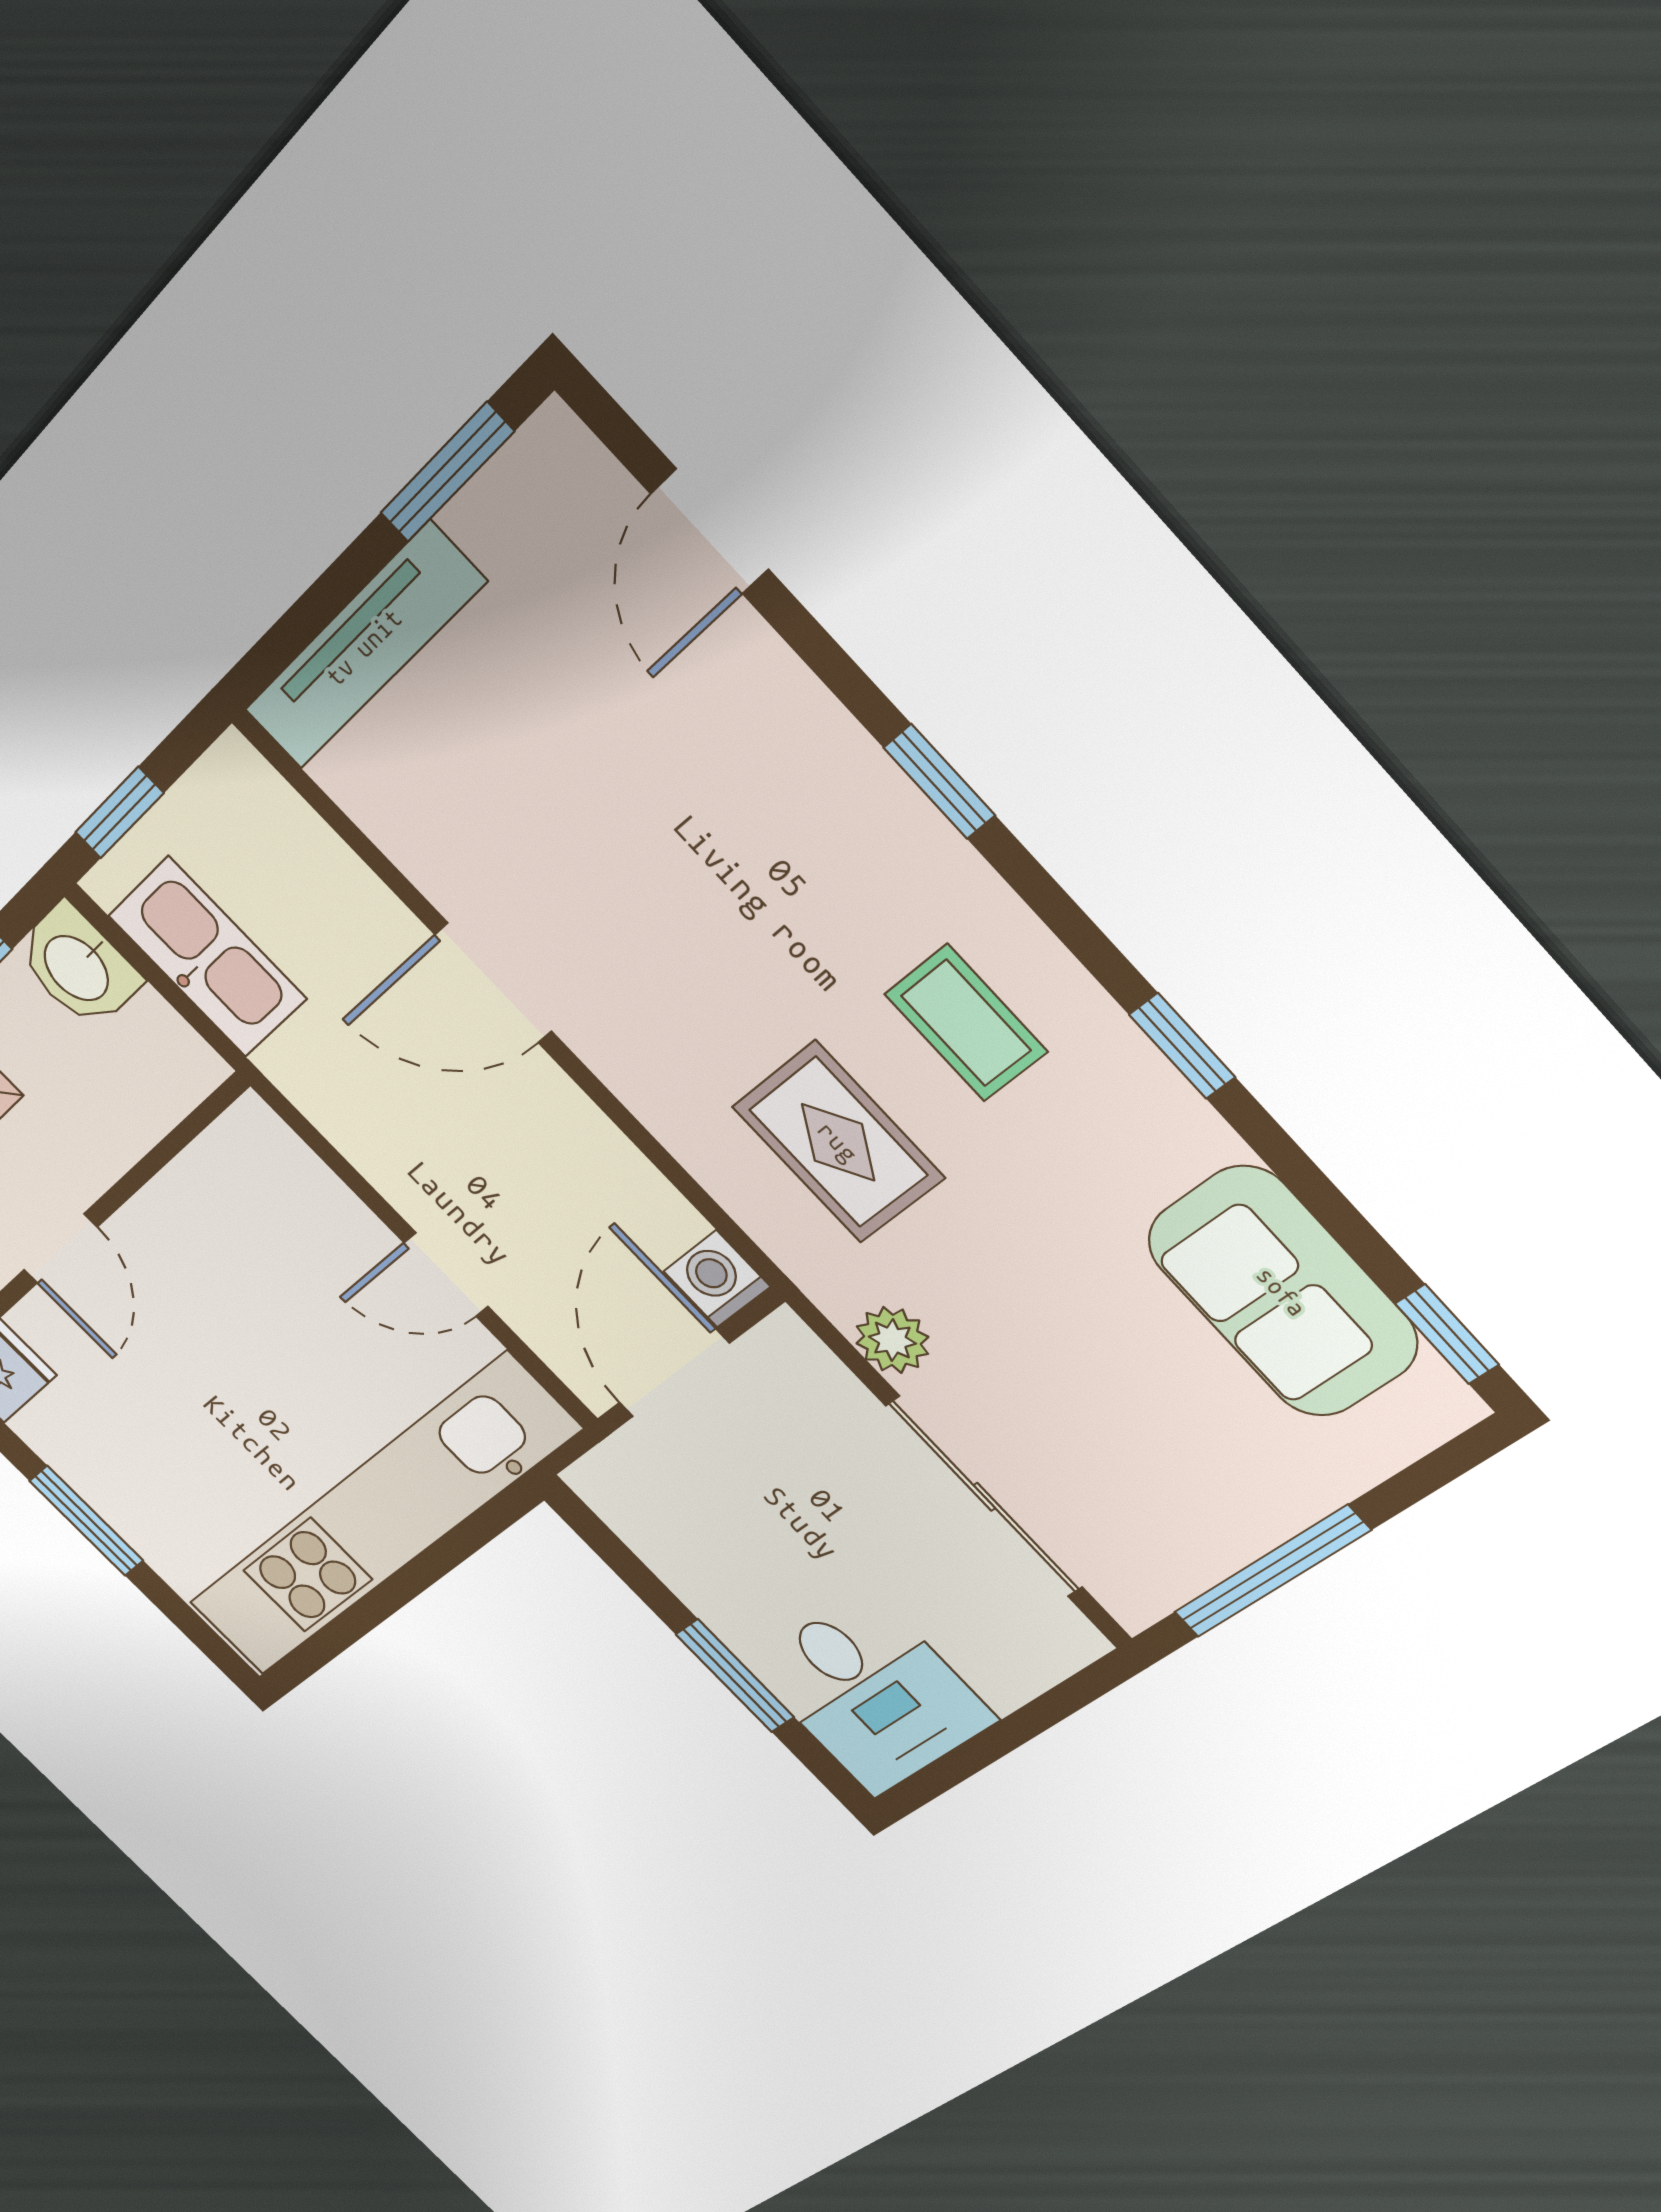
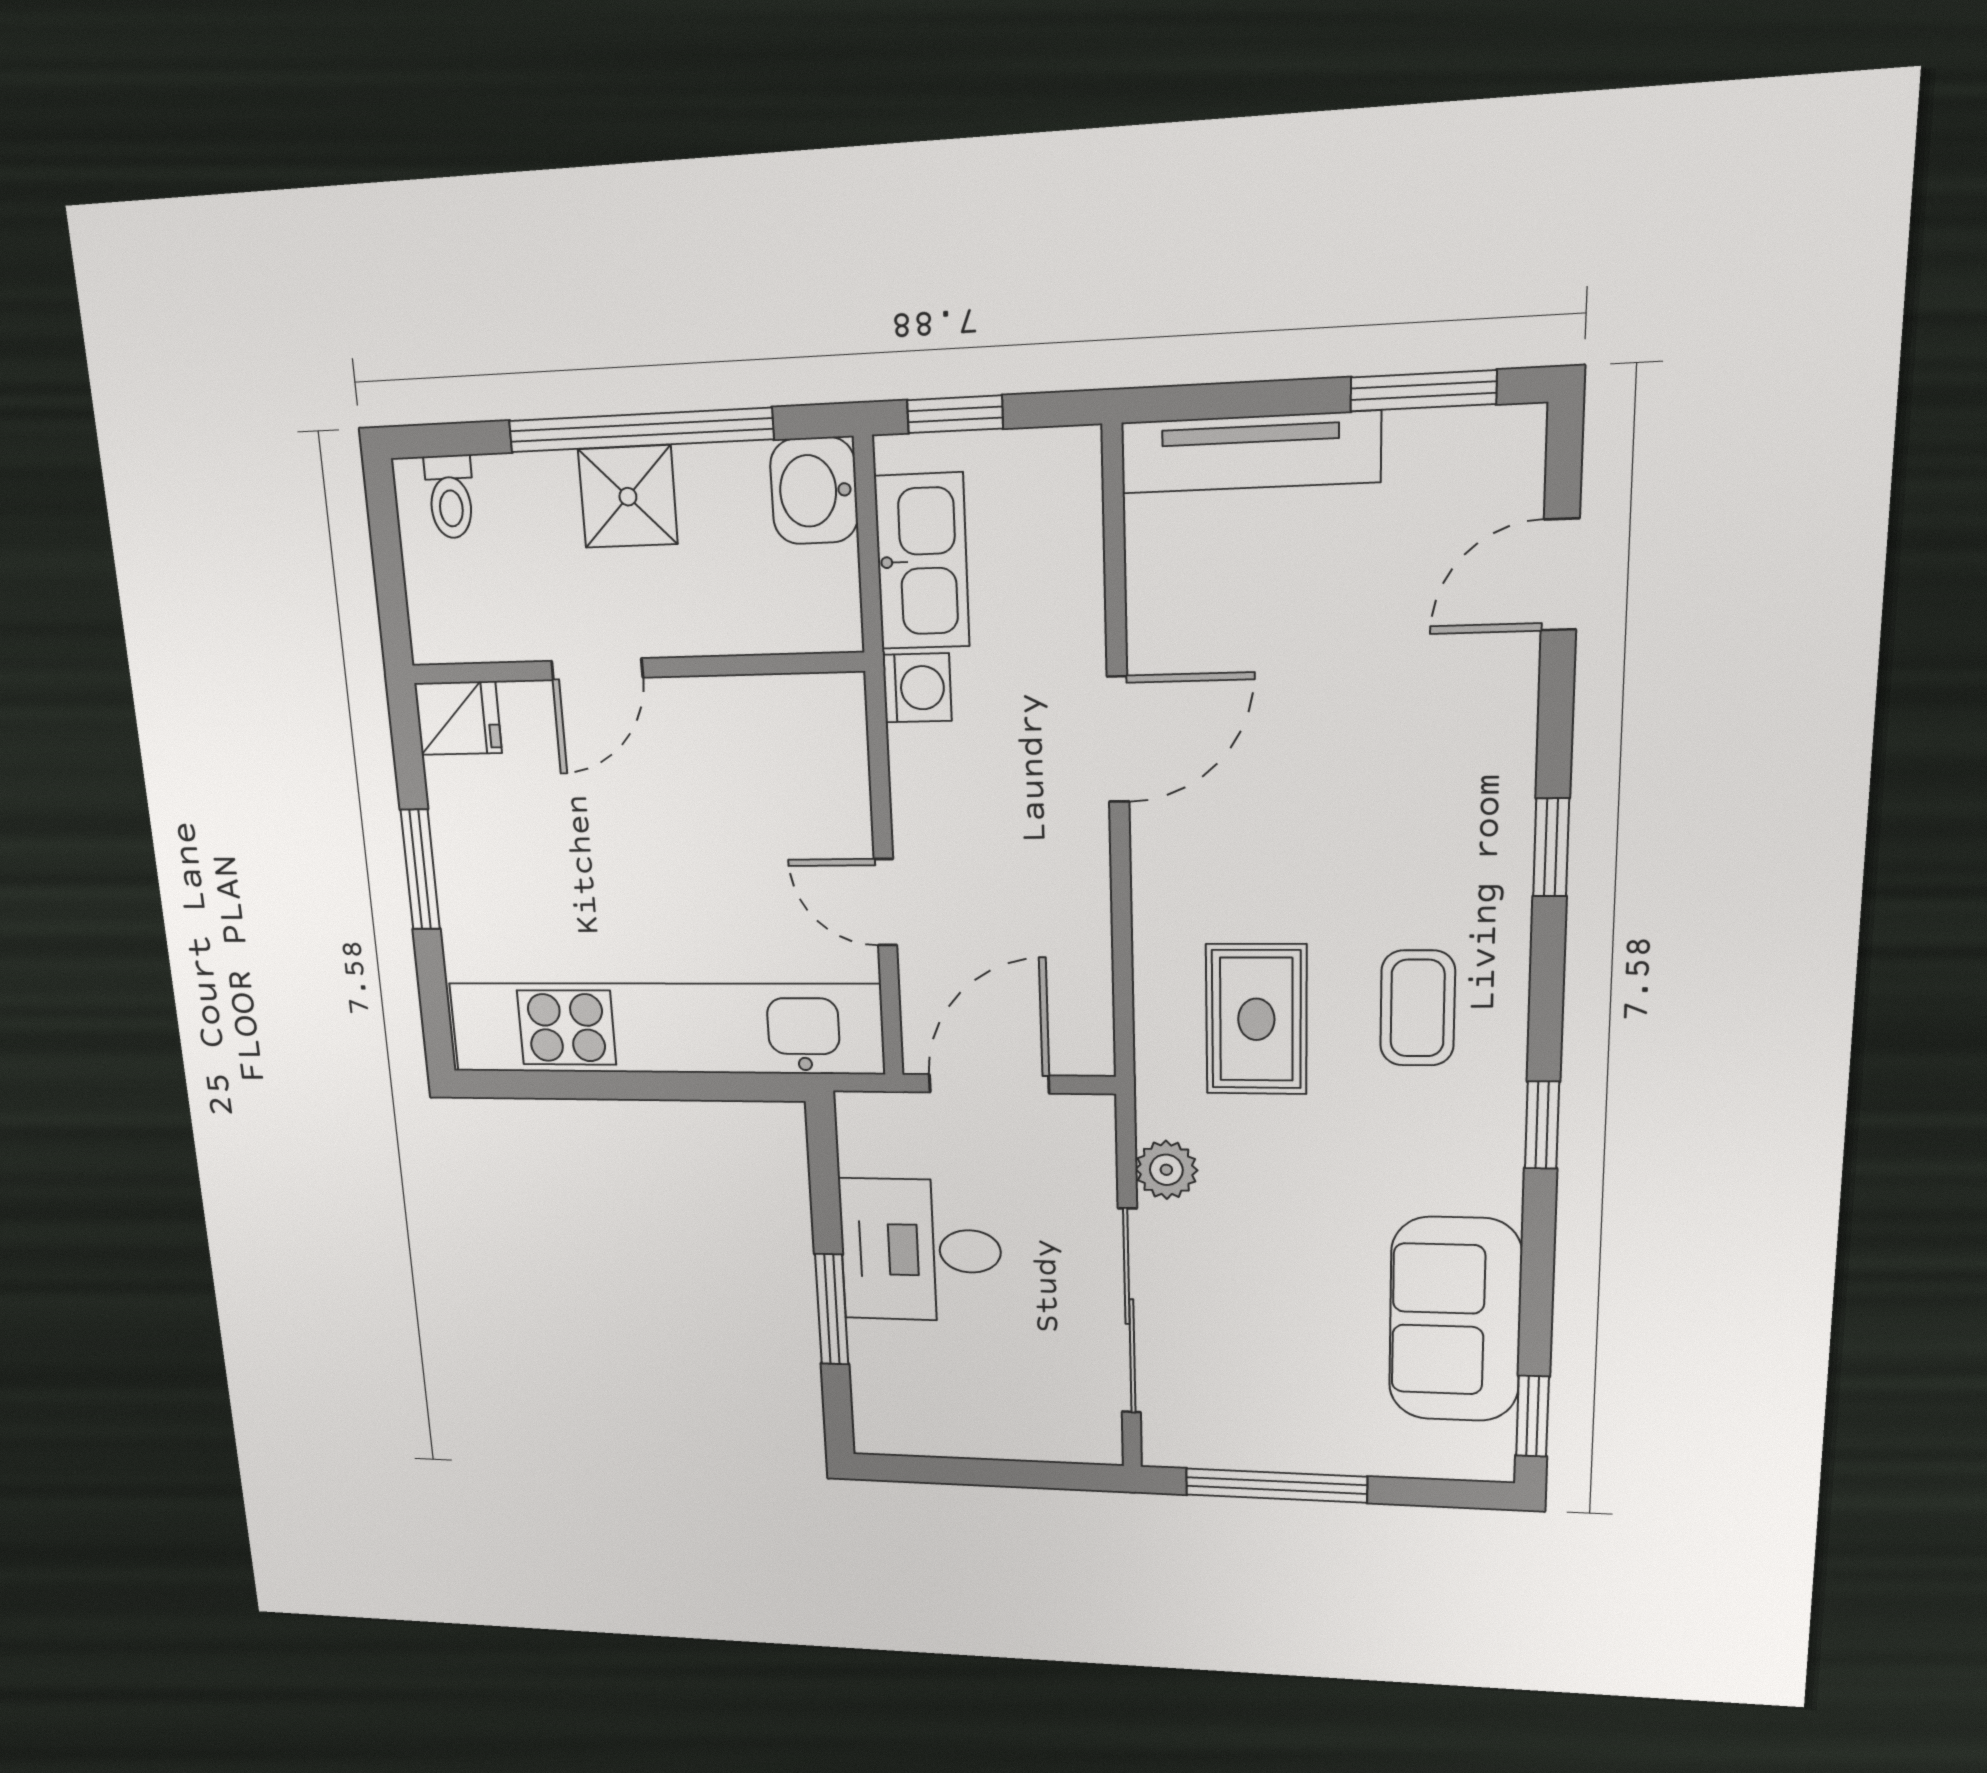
door: (493, 983) -> (1118, 739), swing flipped
washing machine: (717, 1279) -> (917, 688), moved, turned 90
desk: (872, 1693) -> (921, 1250), moved, turned 90

